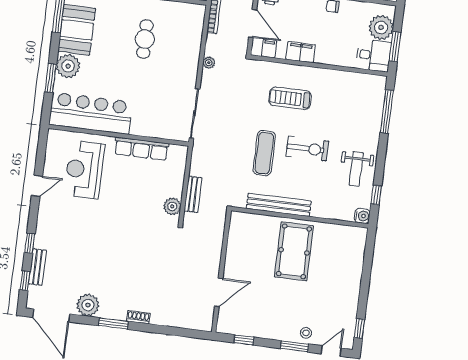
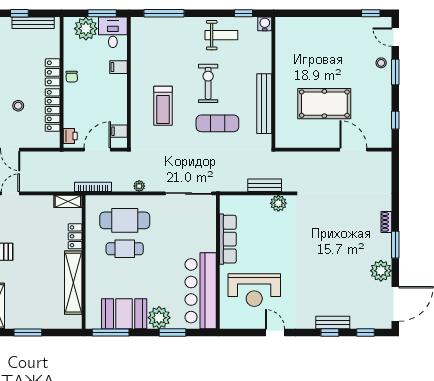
cafe table: (175, 43) -> (125, 220), added
filing cabinet: (301, 52) -> (118, 67), moved, width x0.50
pool table: (294, 251) -> (324, 104), moved
bench: (37, 267) -> (333, 322), moved

